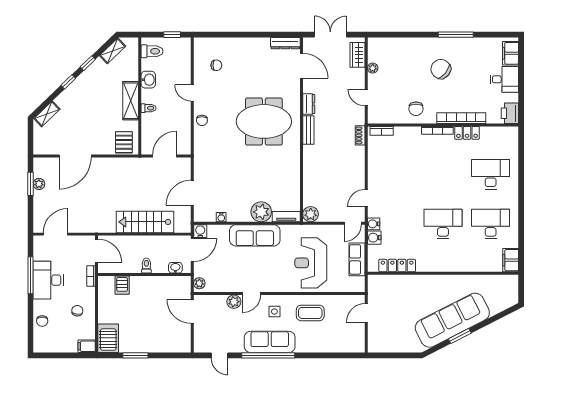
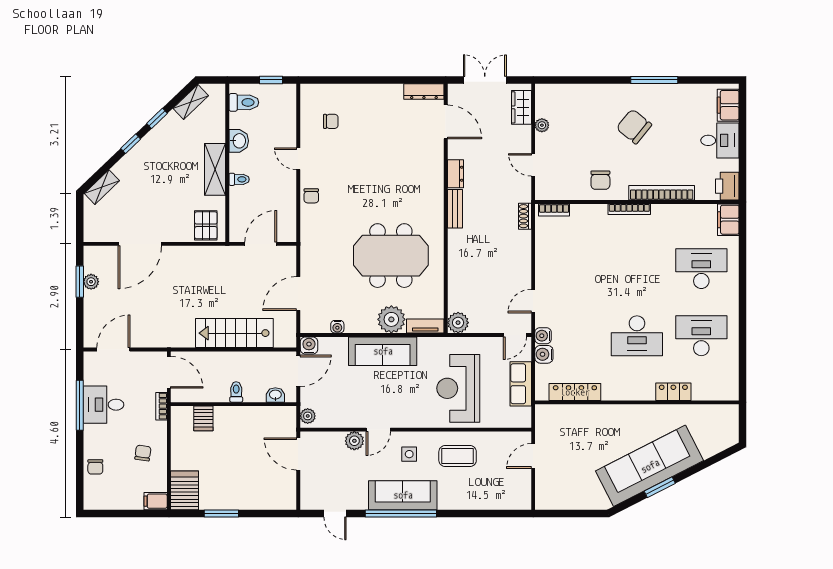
meeting table: (264, 121) -> (391, 256), moved
locker: (467, 133) -> (673, 392), moved, turned 180
desk: (443, 224) -> (637, 336), turned 180
filing cabinet: (511, 260) -> (728, 220), moved
desk: (48, 280) -> (104, 405), width x0.73

